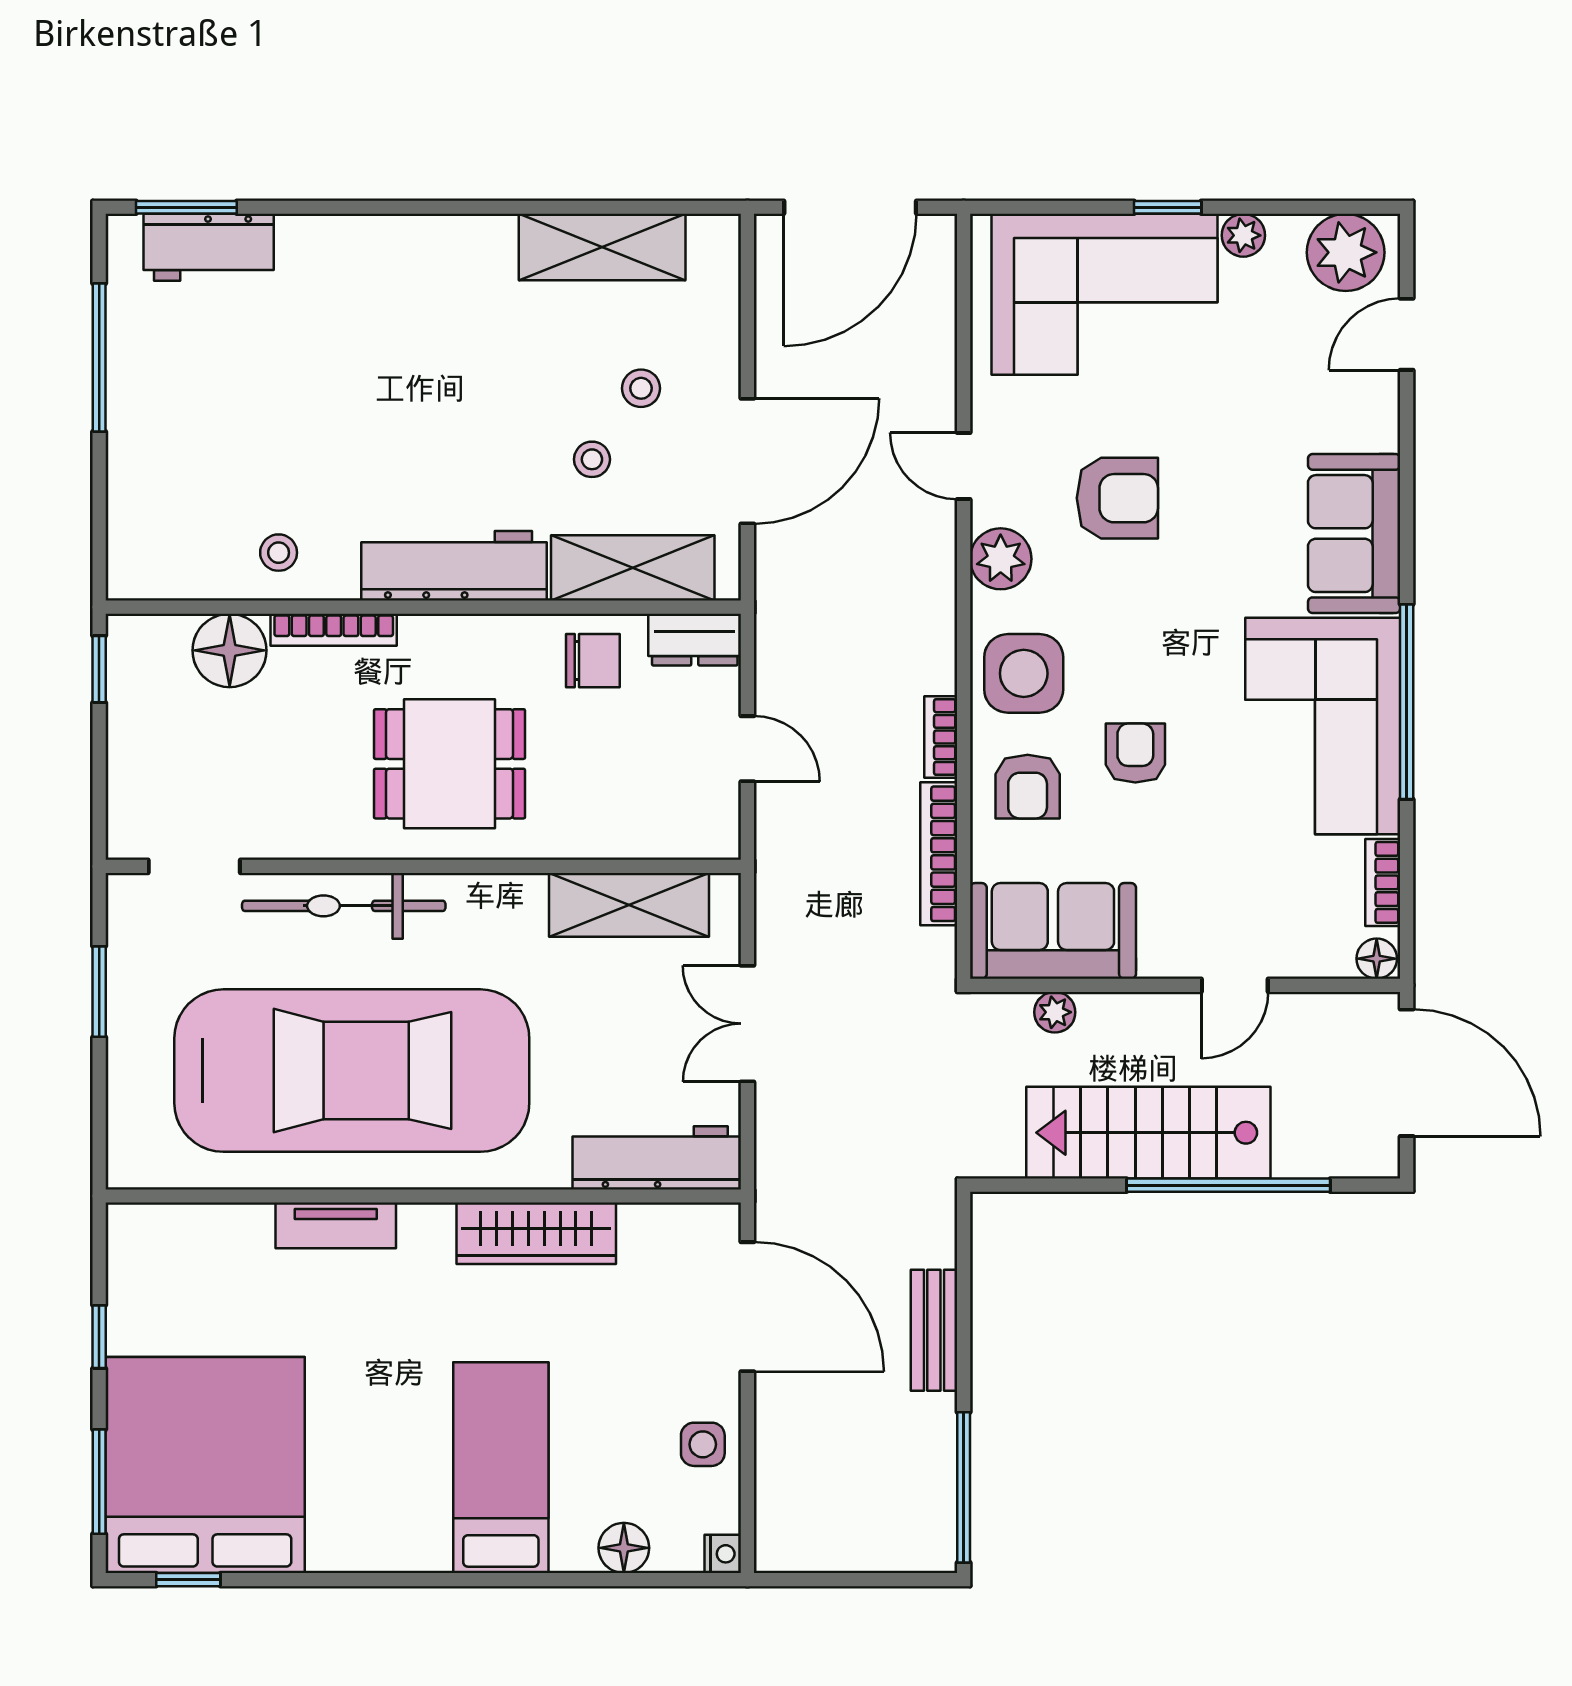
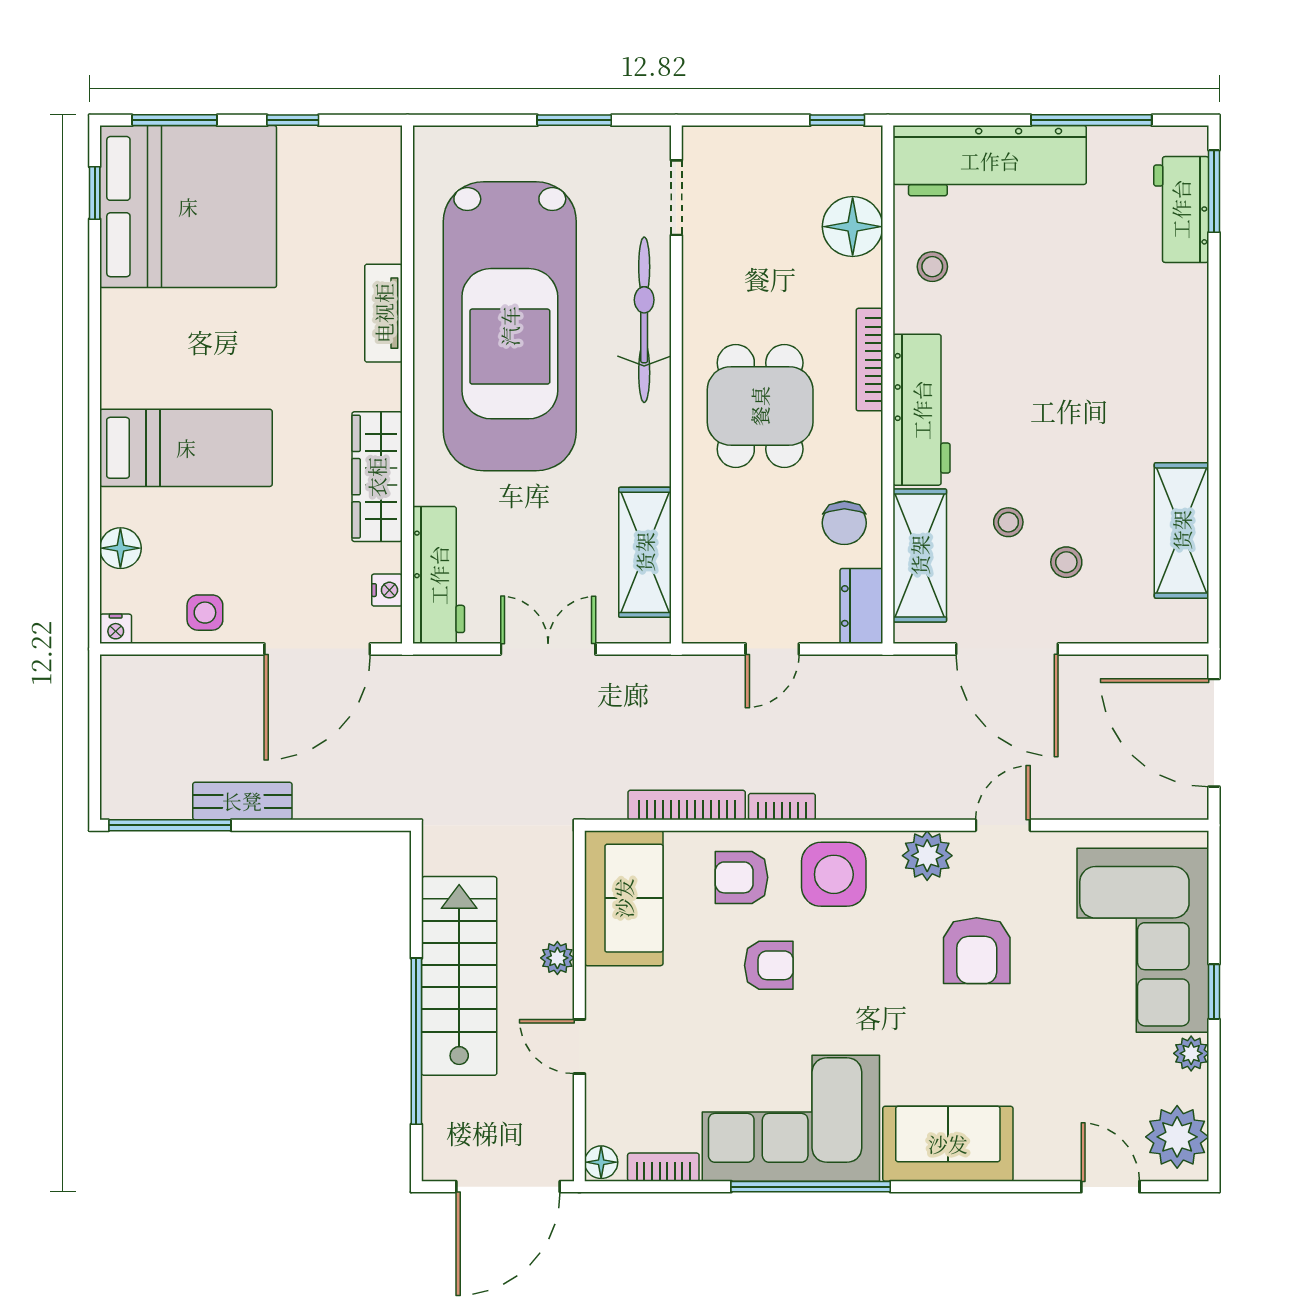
workbench: (149, 482) -> (990, 161), added
bookcase: (334, 630) -> (869, 360), moved
plant: (1055, 1012) -> (557, 958), moved
nightstand: (675, 1221) -> (387, 590), added
bench: (934, 1330) -> (242, 801), moved

